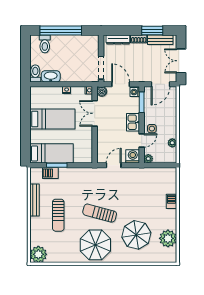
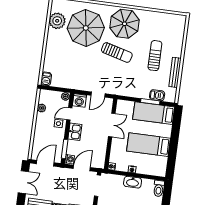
washbasin: (51, 76) -> (133, 182), moved
door: (121, 84) -> (82, 168), swing flipped
boiler: (102, 91) -> (100, 164), removed
double door: (95, 113) -> (112, 125), moved
barbecue: (172, 201) -> (46, 79), moved
parasol: (136, 235) -> (86, 28), width x1.36, depth x1.36
plant: (38, 254) -> (178, 22), removed

